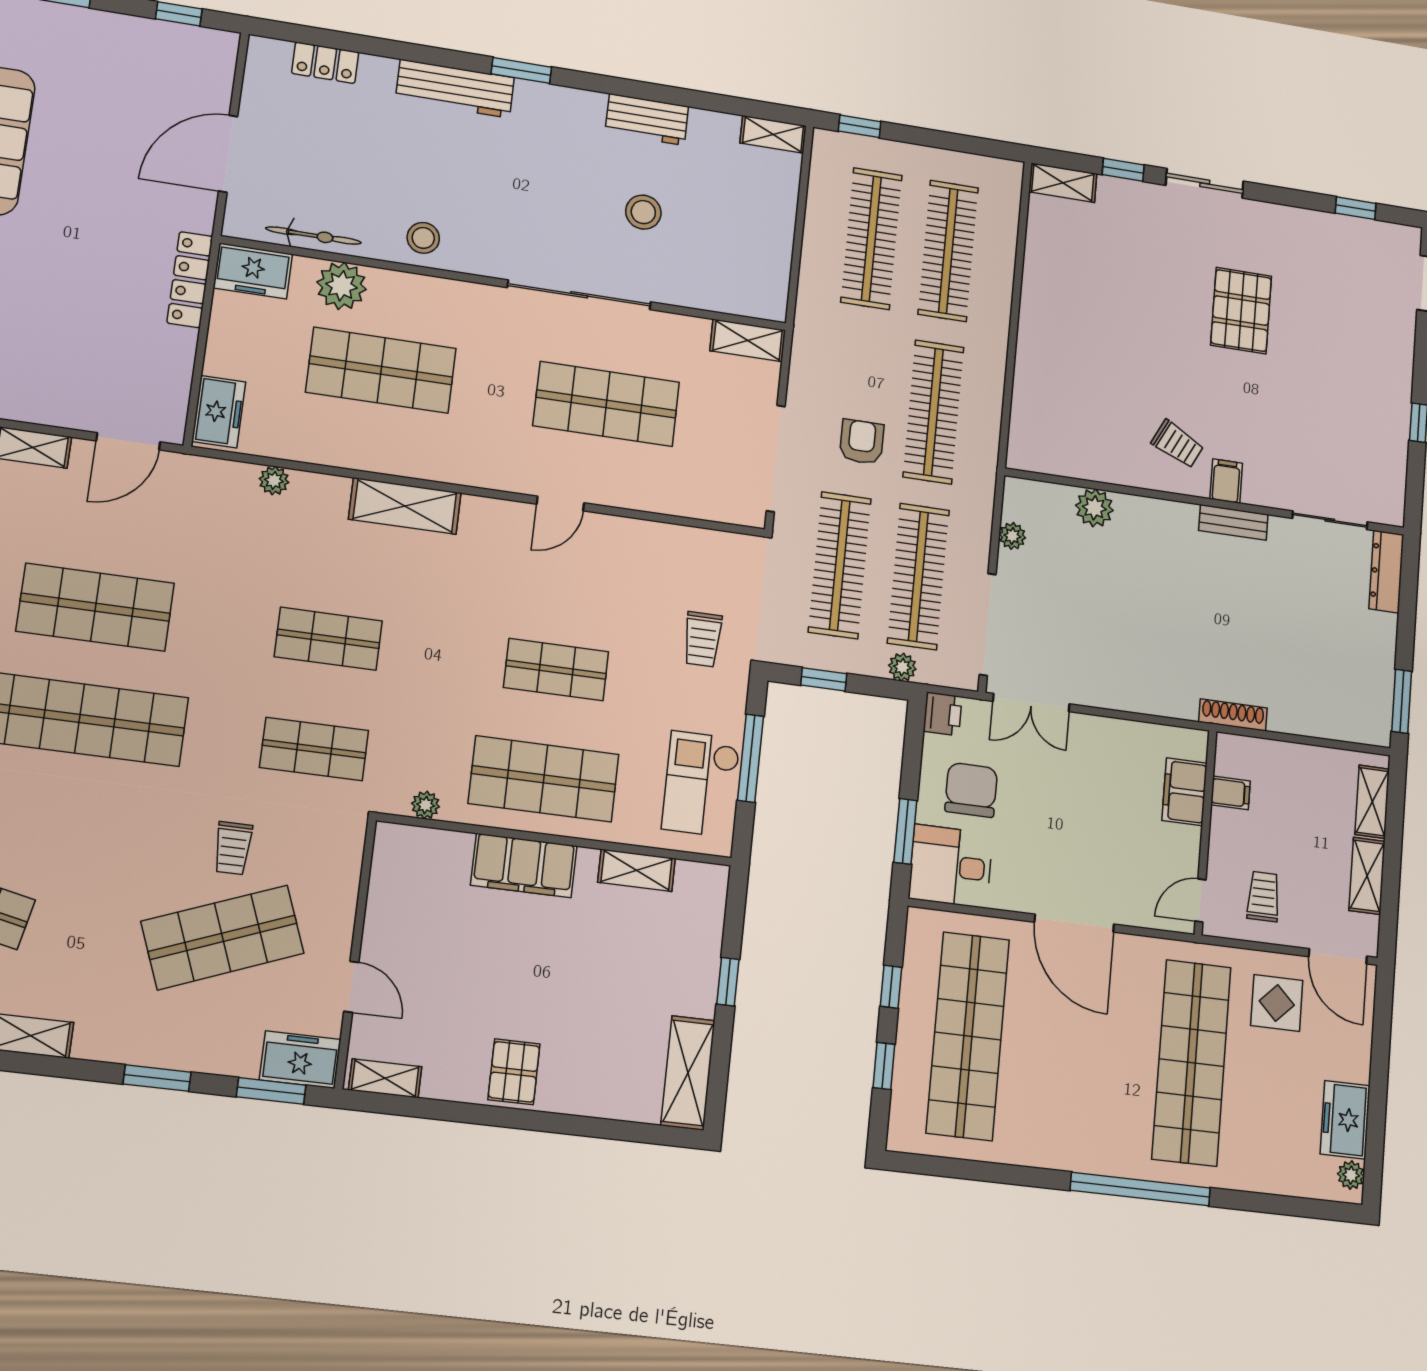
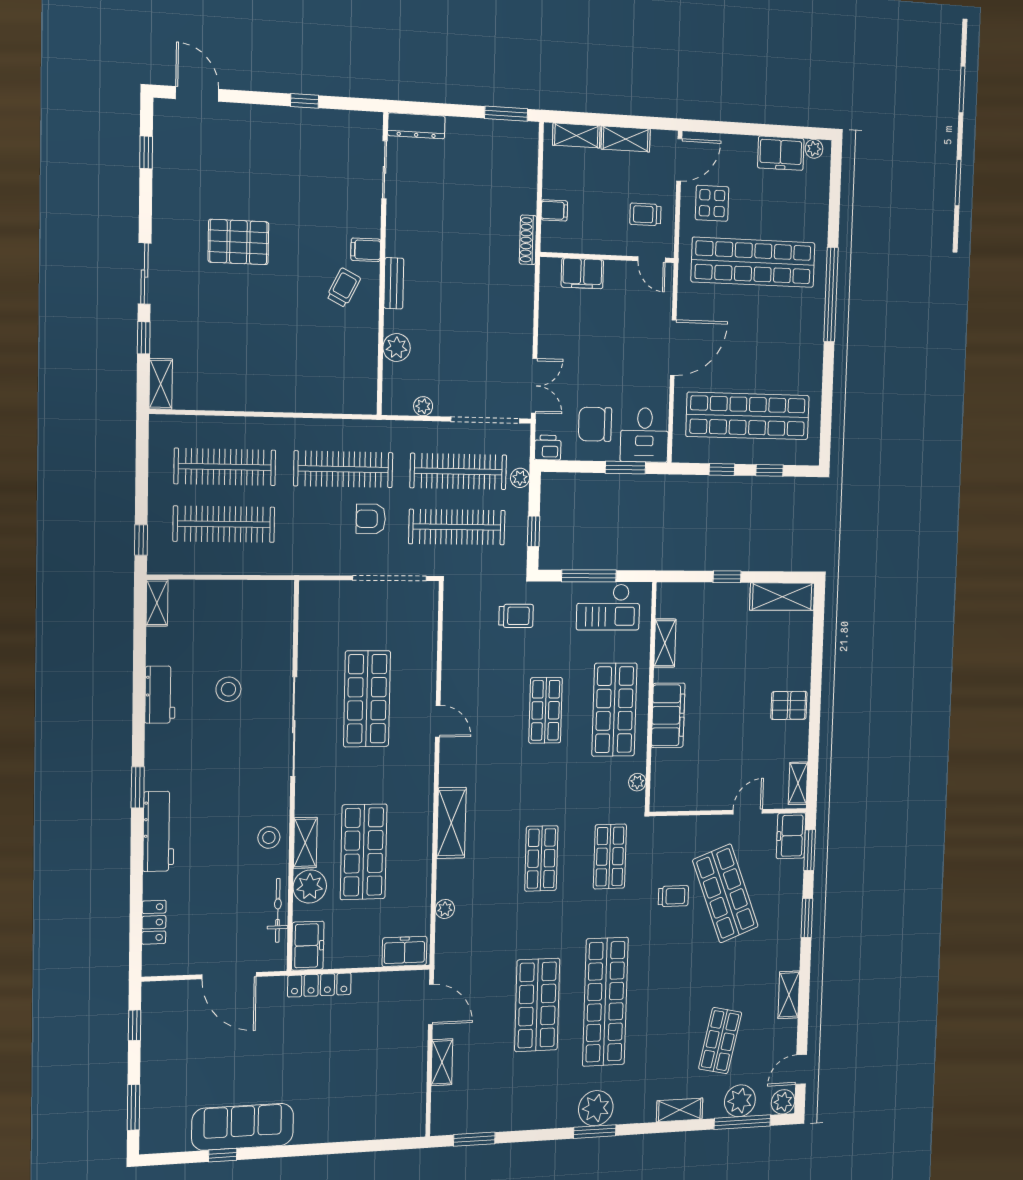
shelving: (748, 340) -> (305, 843), moved
bench: (1233, 522) -> (394, 283), moved
filing cabinet: (1230, 793) -> (554, 210), moved, turned 90

